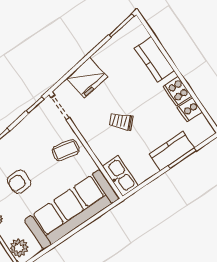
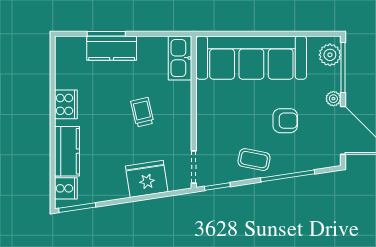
cooker: (190, 109) -> (66, 188), moved
trolley: (121, 121) -> (142, 112), turned -148
coffee table: (66, 150) -> (254, 160), moved

